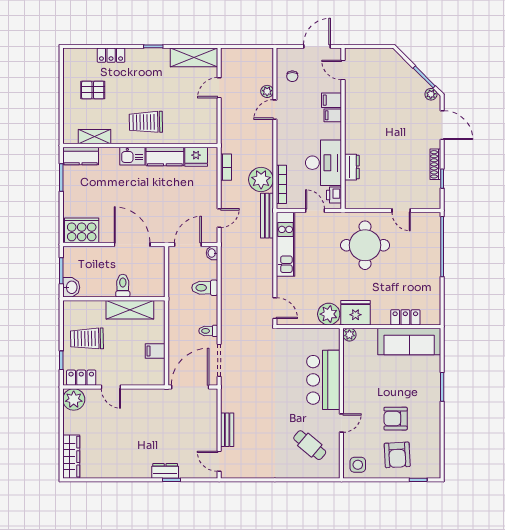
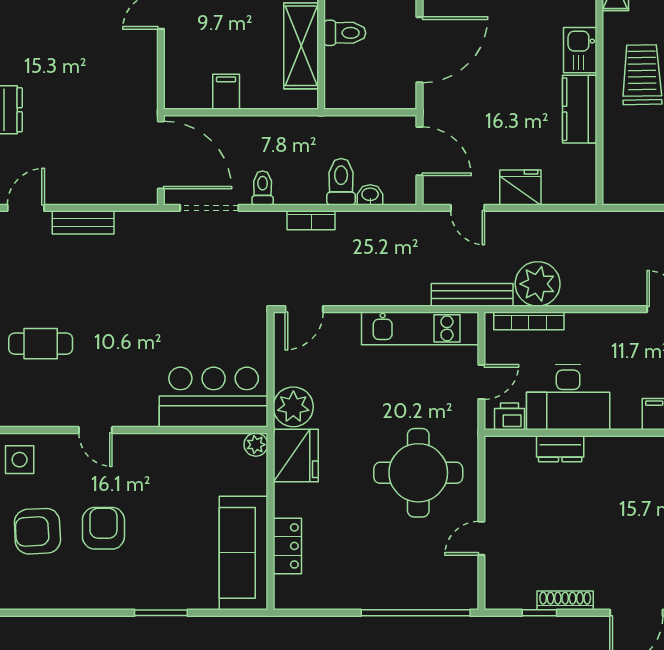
fridge: (196, 157) -> (520, 187), moved, turned 90
bookcase: (226, 167) -> (311, 220), moved
washbasin: (212, 253) -> (370, 195), moved
bar counter: (323, 380) -> (214, 397), moved
cafe table: (310, 445) -> (41, 344), moved, turned 50

